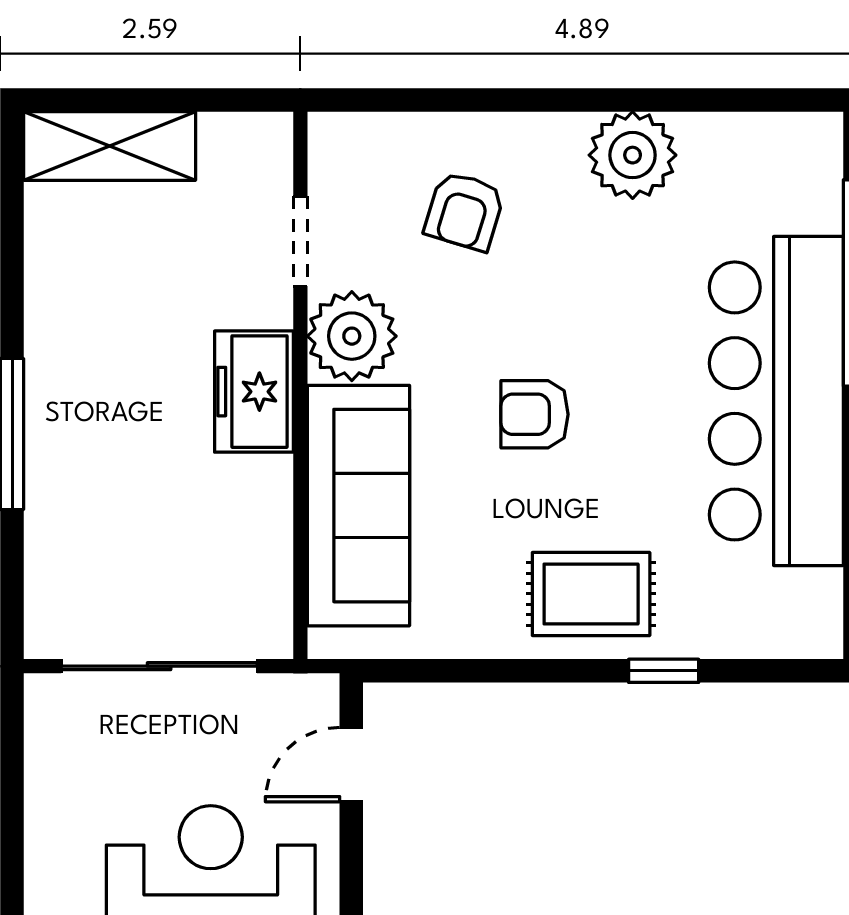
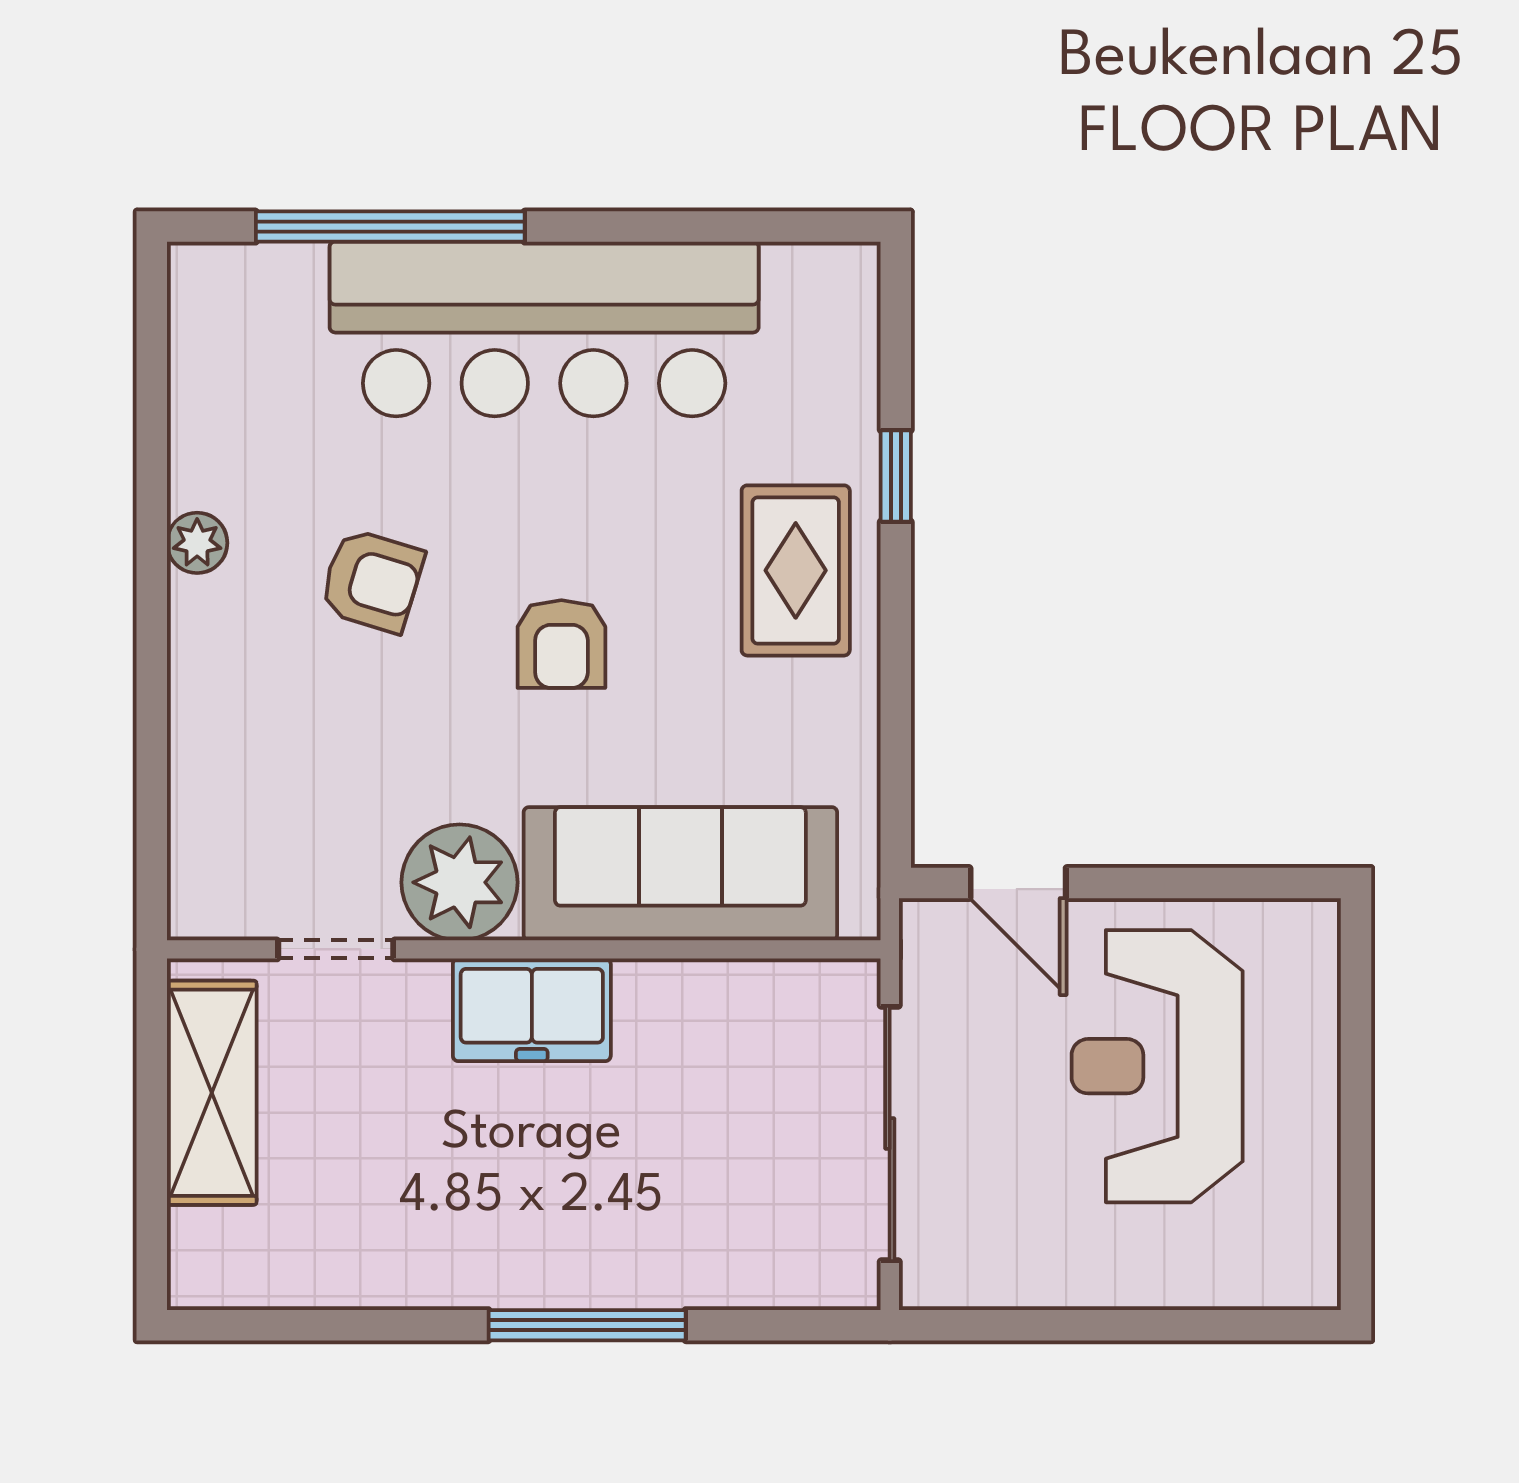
shelving: (110, 146) -> (212, 1093), moved
plant: (633, 155) -> (197, 543), width x0.53, depth x0.53
armchair: (465, 211) -> (372, 581), moved

